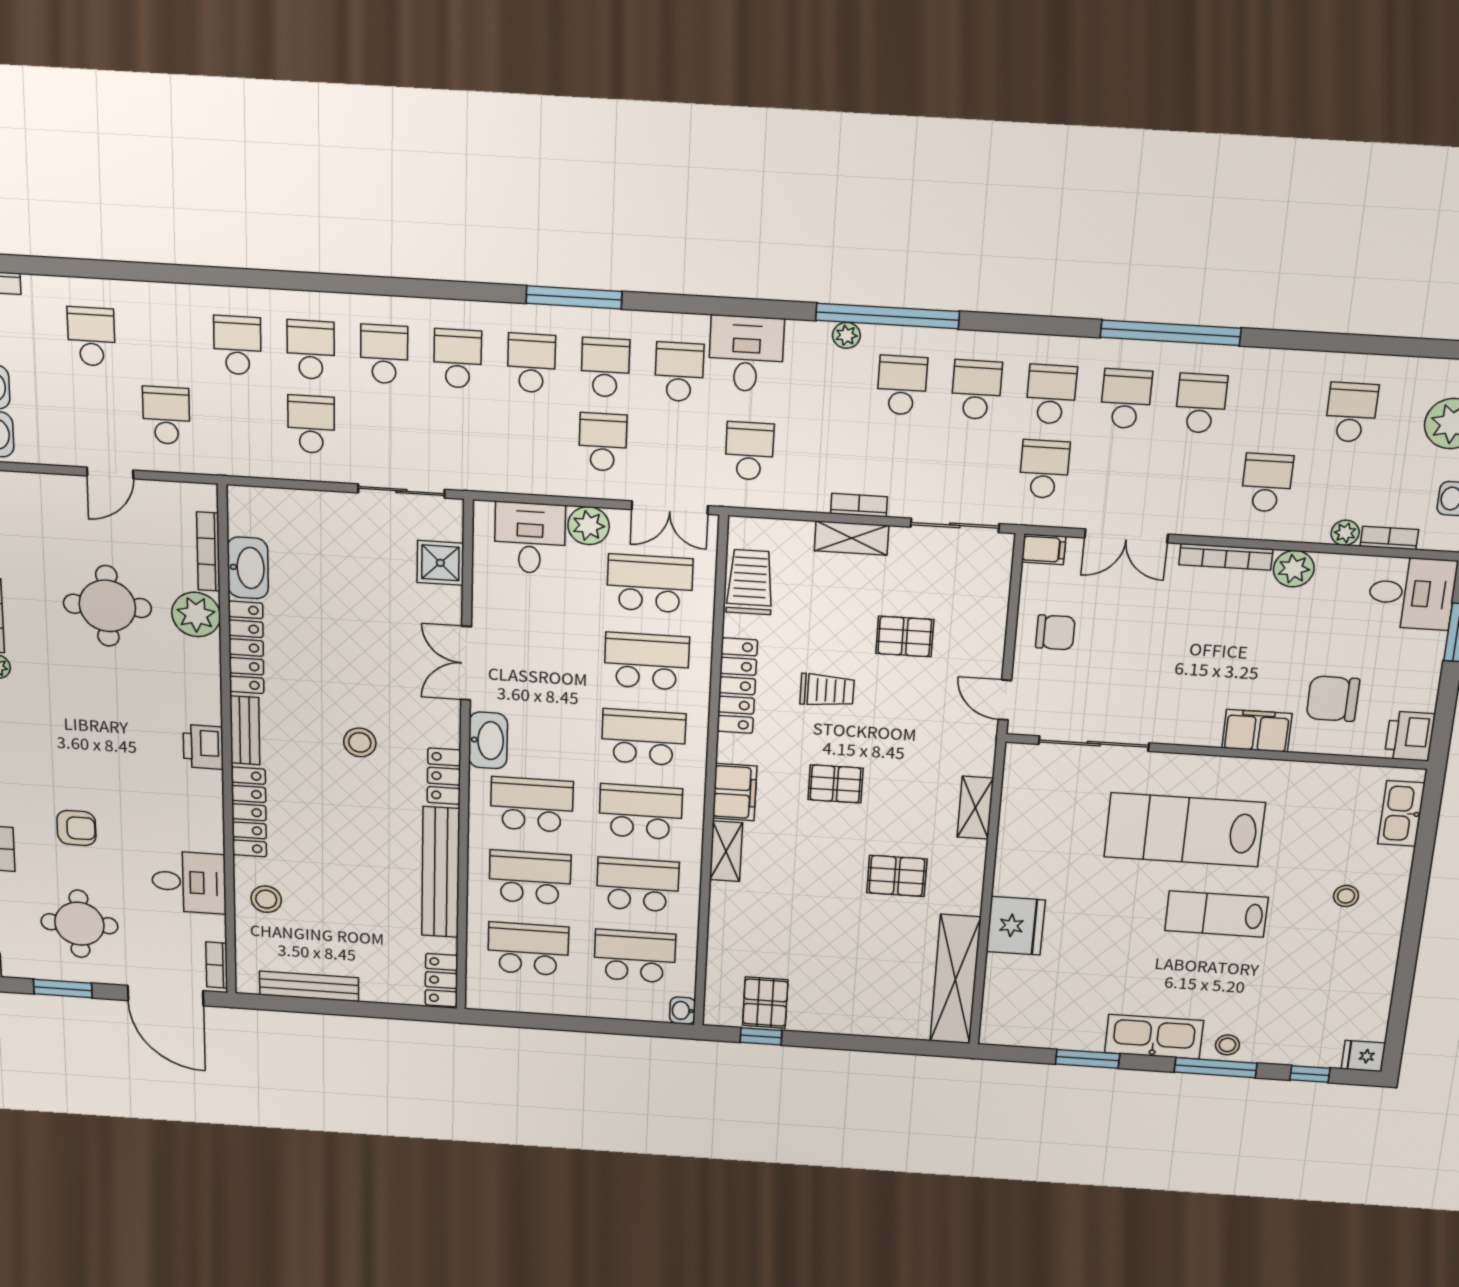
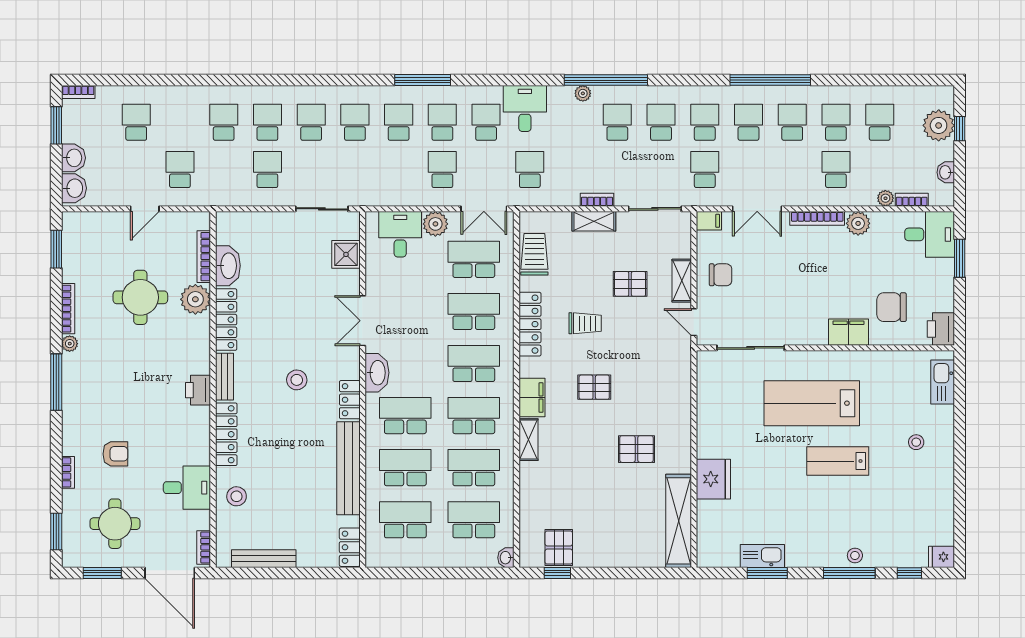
school desk: (1276, 408) -> (836, 122), added
shelving: (975, 808) -> (682, 281), moved
kitchen sink: (1154, 1037) -> (762, 556), moved, width x0.73, depth x0.81

